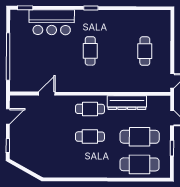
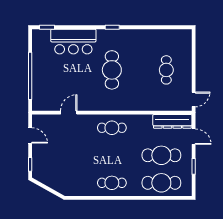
cafe table: (90, 51) -> (112, 70), width x1.37, depth x1.35
dresser: (127, 103) -> (172, 121), moved
door: (8, 116) -> (30, 135), hinge flipped
cafe table: (90, 137) -> (112, 183), moved

